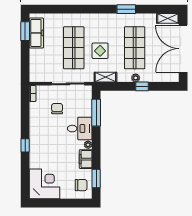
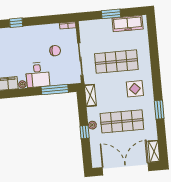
window: (25, 31) -> (111, 14), moved
display table: (100, 51) -> (135, 89), moved

